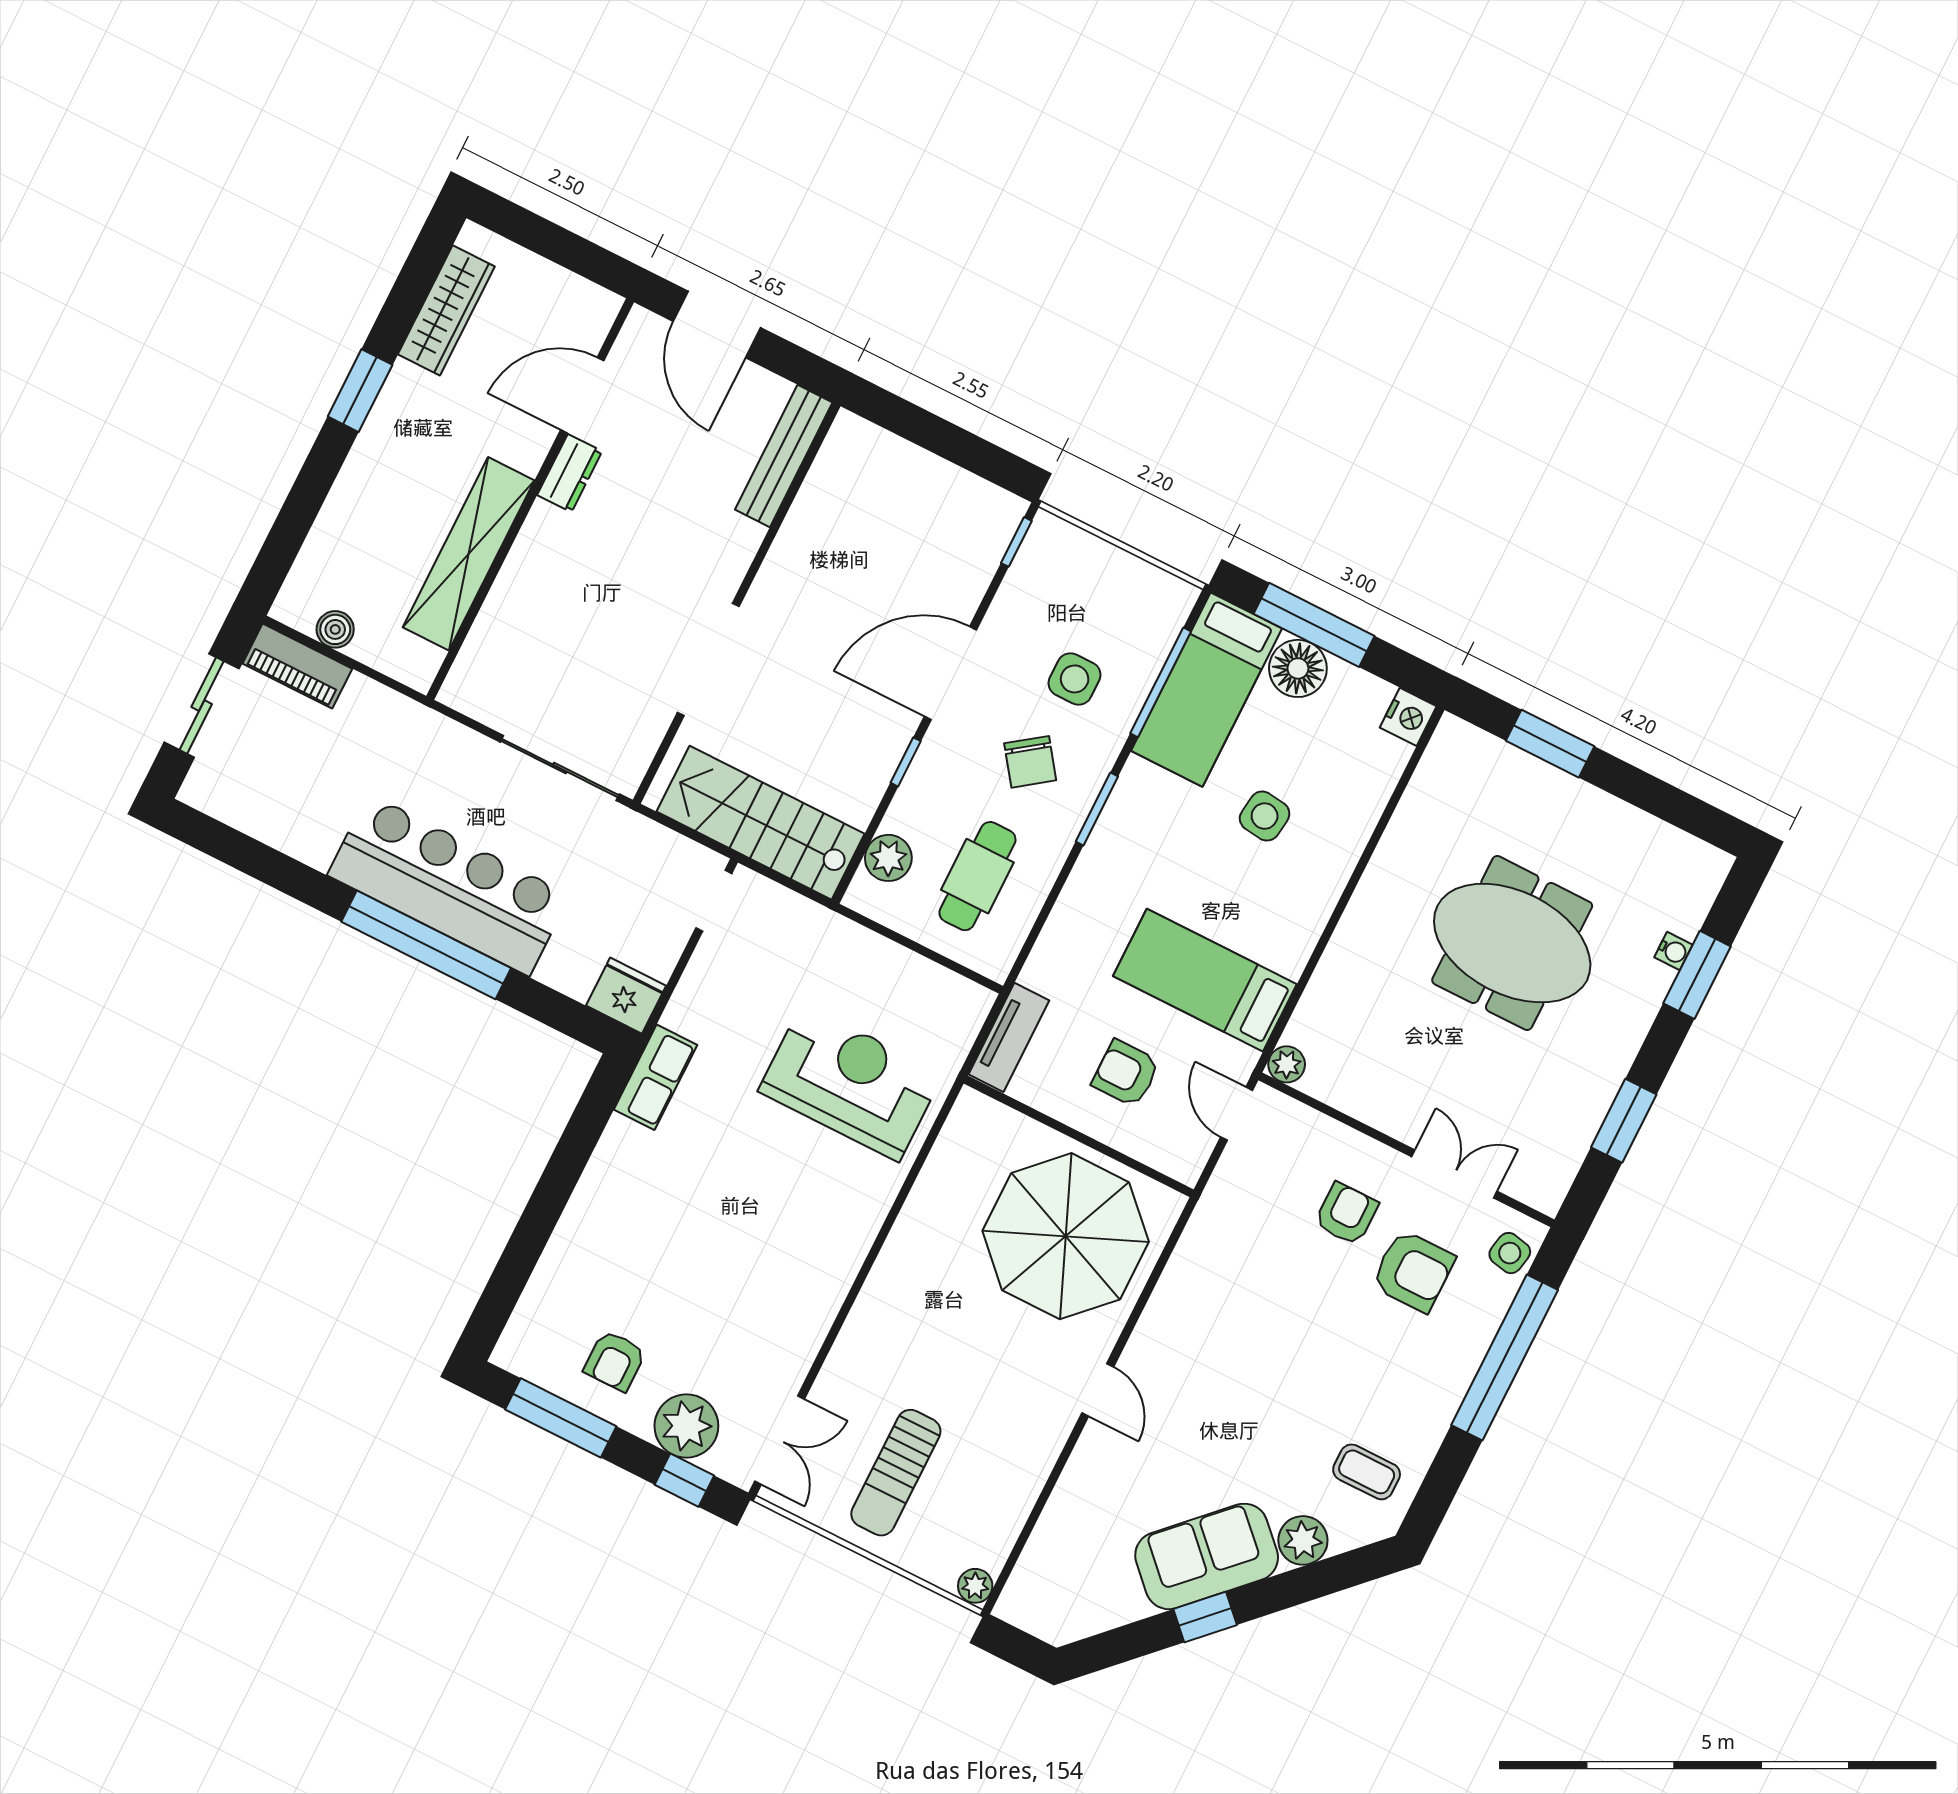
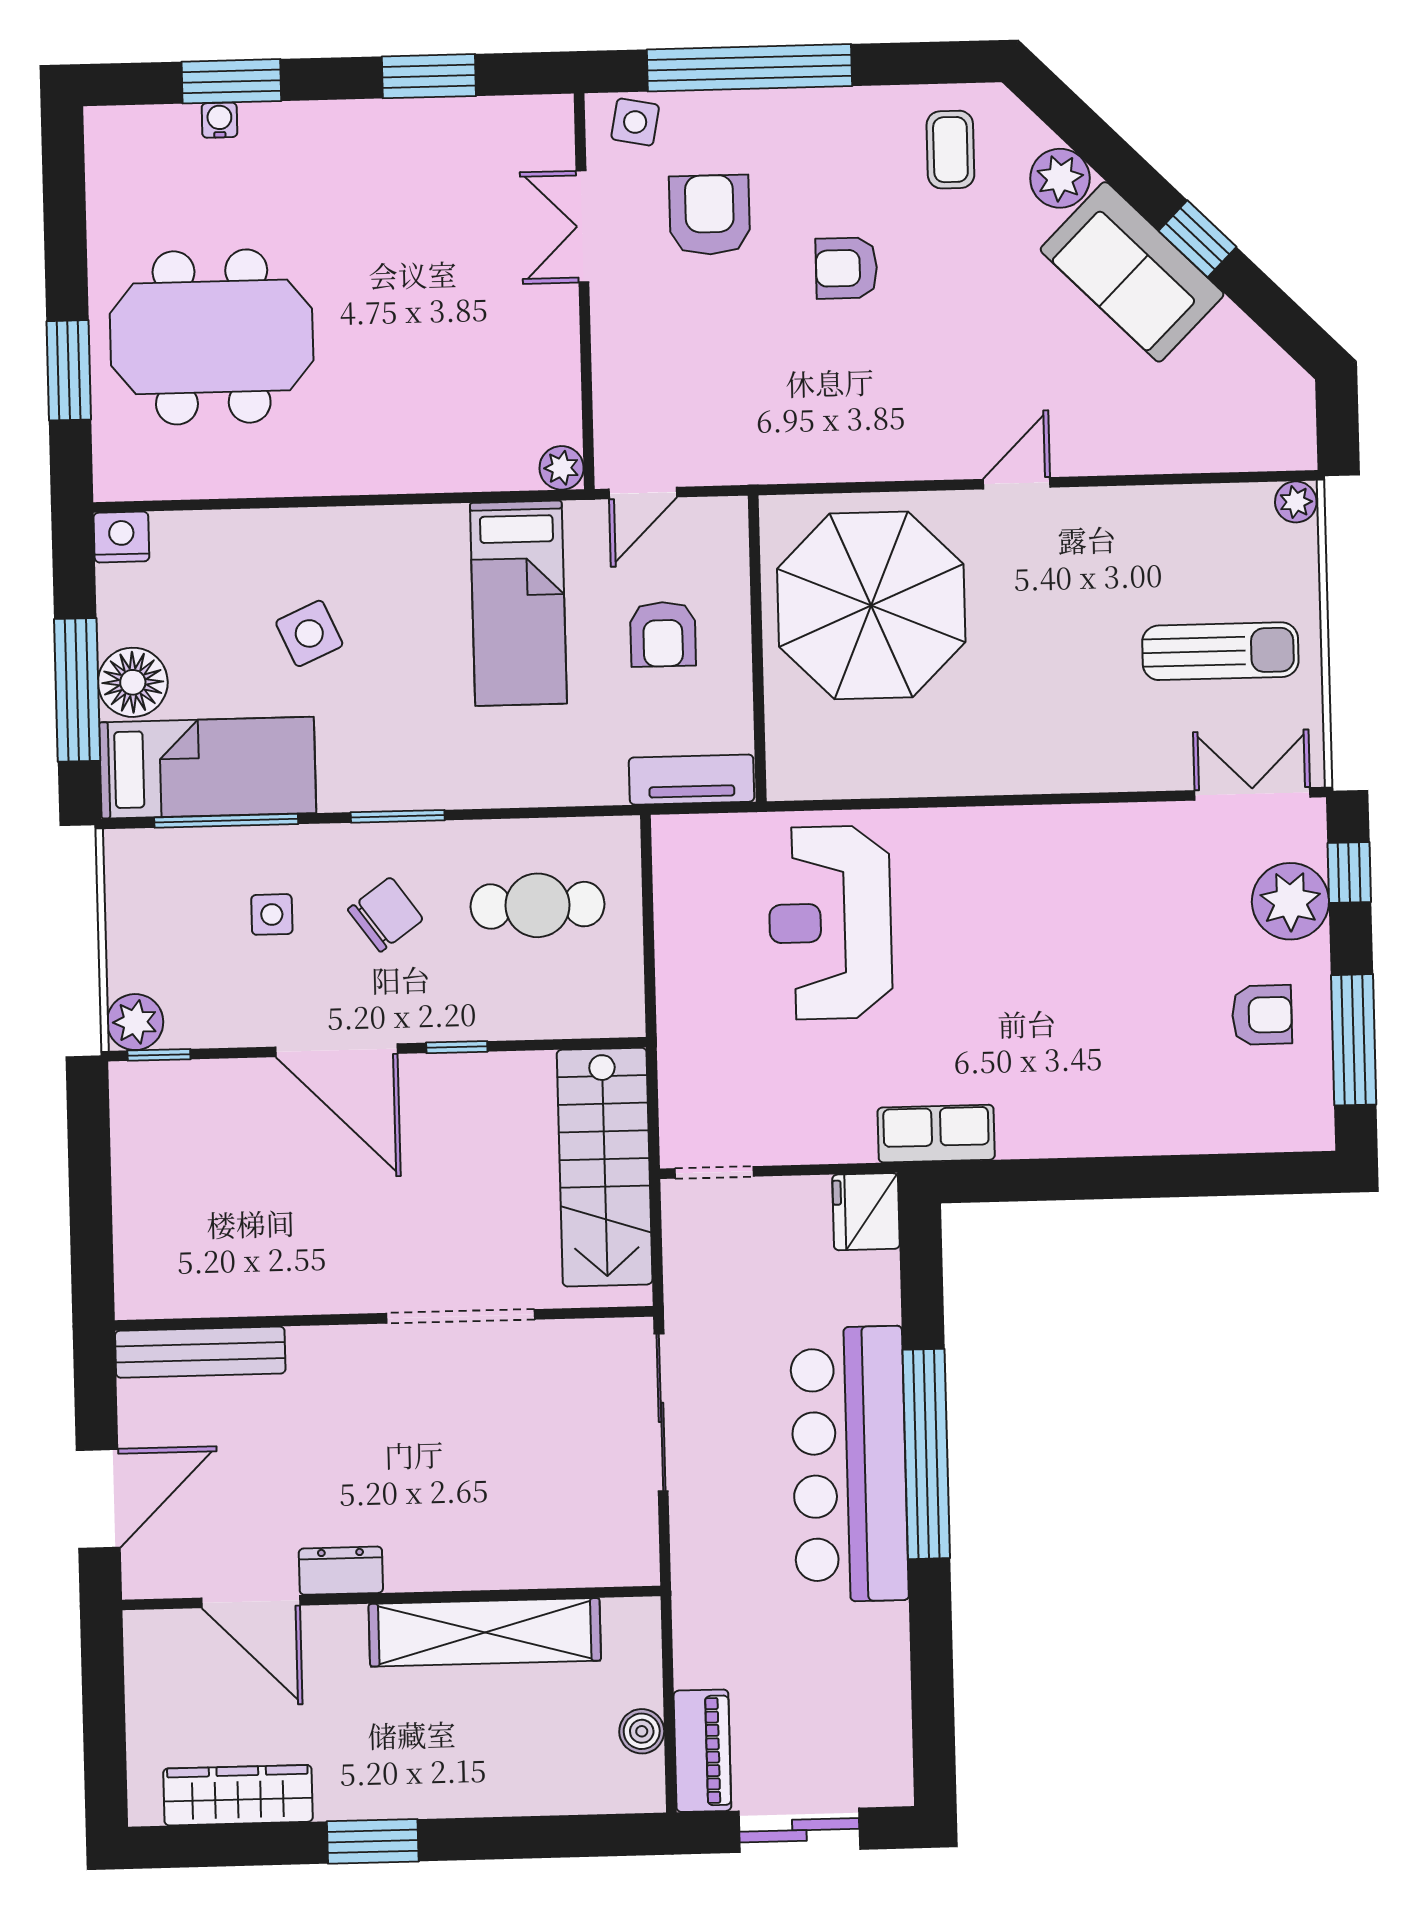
side table: (1075, 679) -> (272, 914), width x0.73, depth x0.73
side table: (1265, 816) -> (309, 633), turned -31
plant: (888, 858) -> (135, 1022), moved
meeting table: (1512, 943) -> (212, 337), moved, turned 90
armchair: (1346, 1214) -> (846, 268), moved

